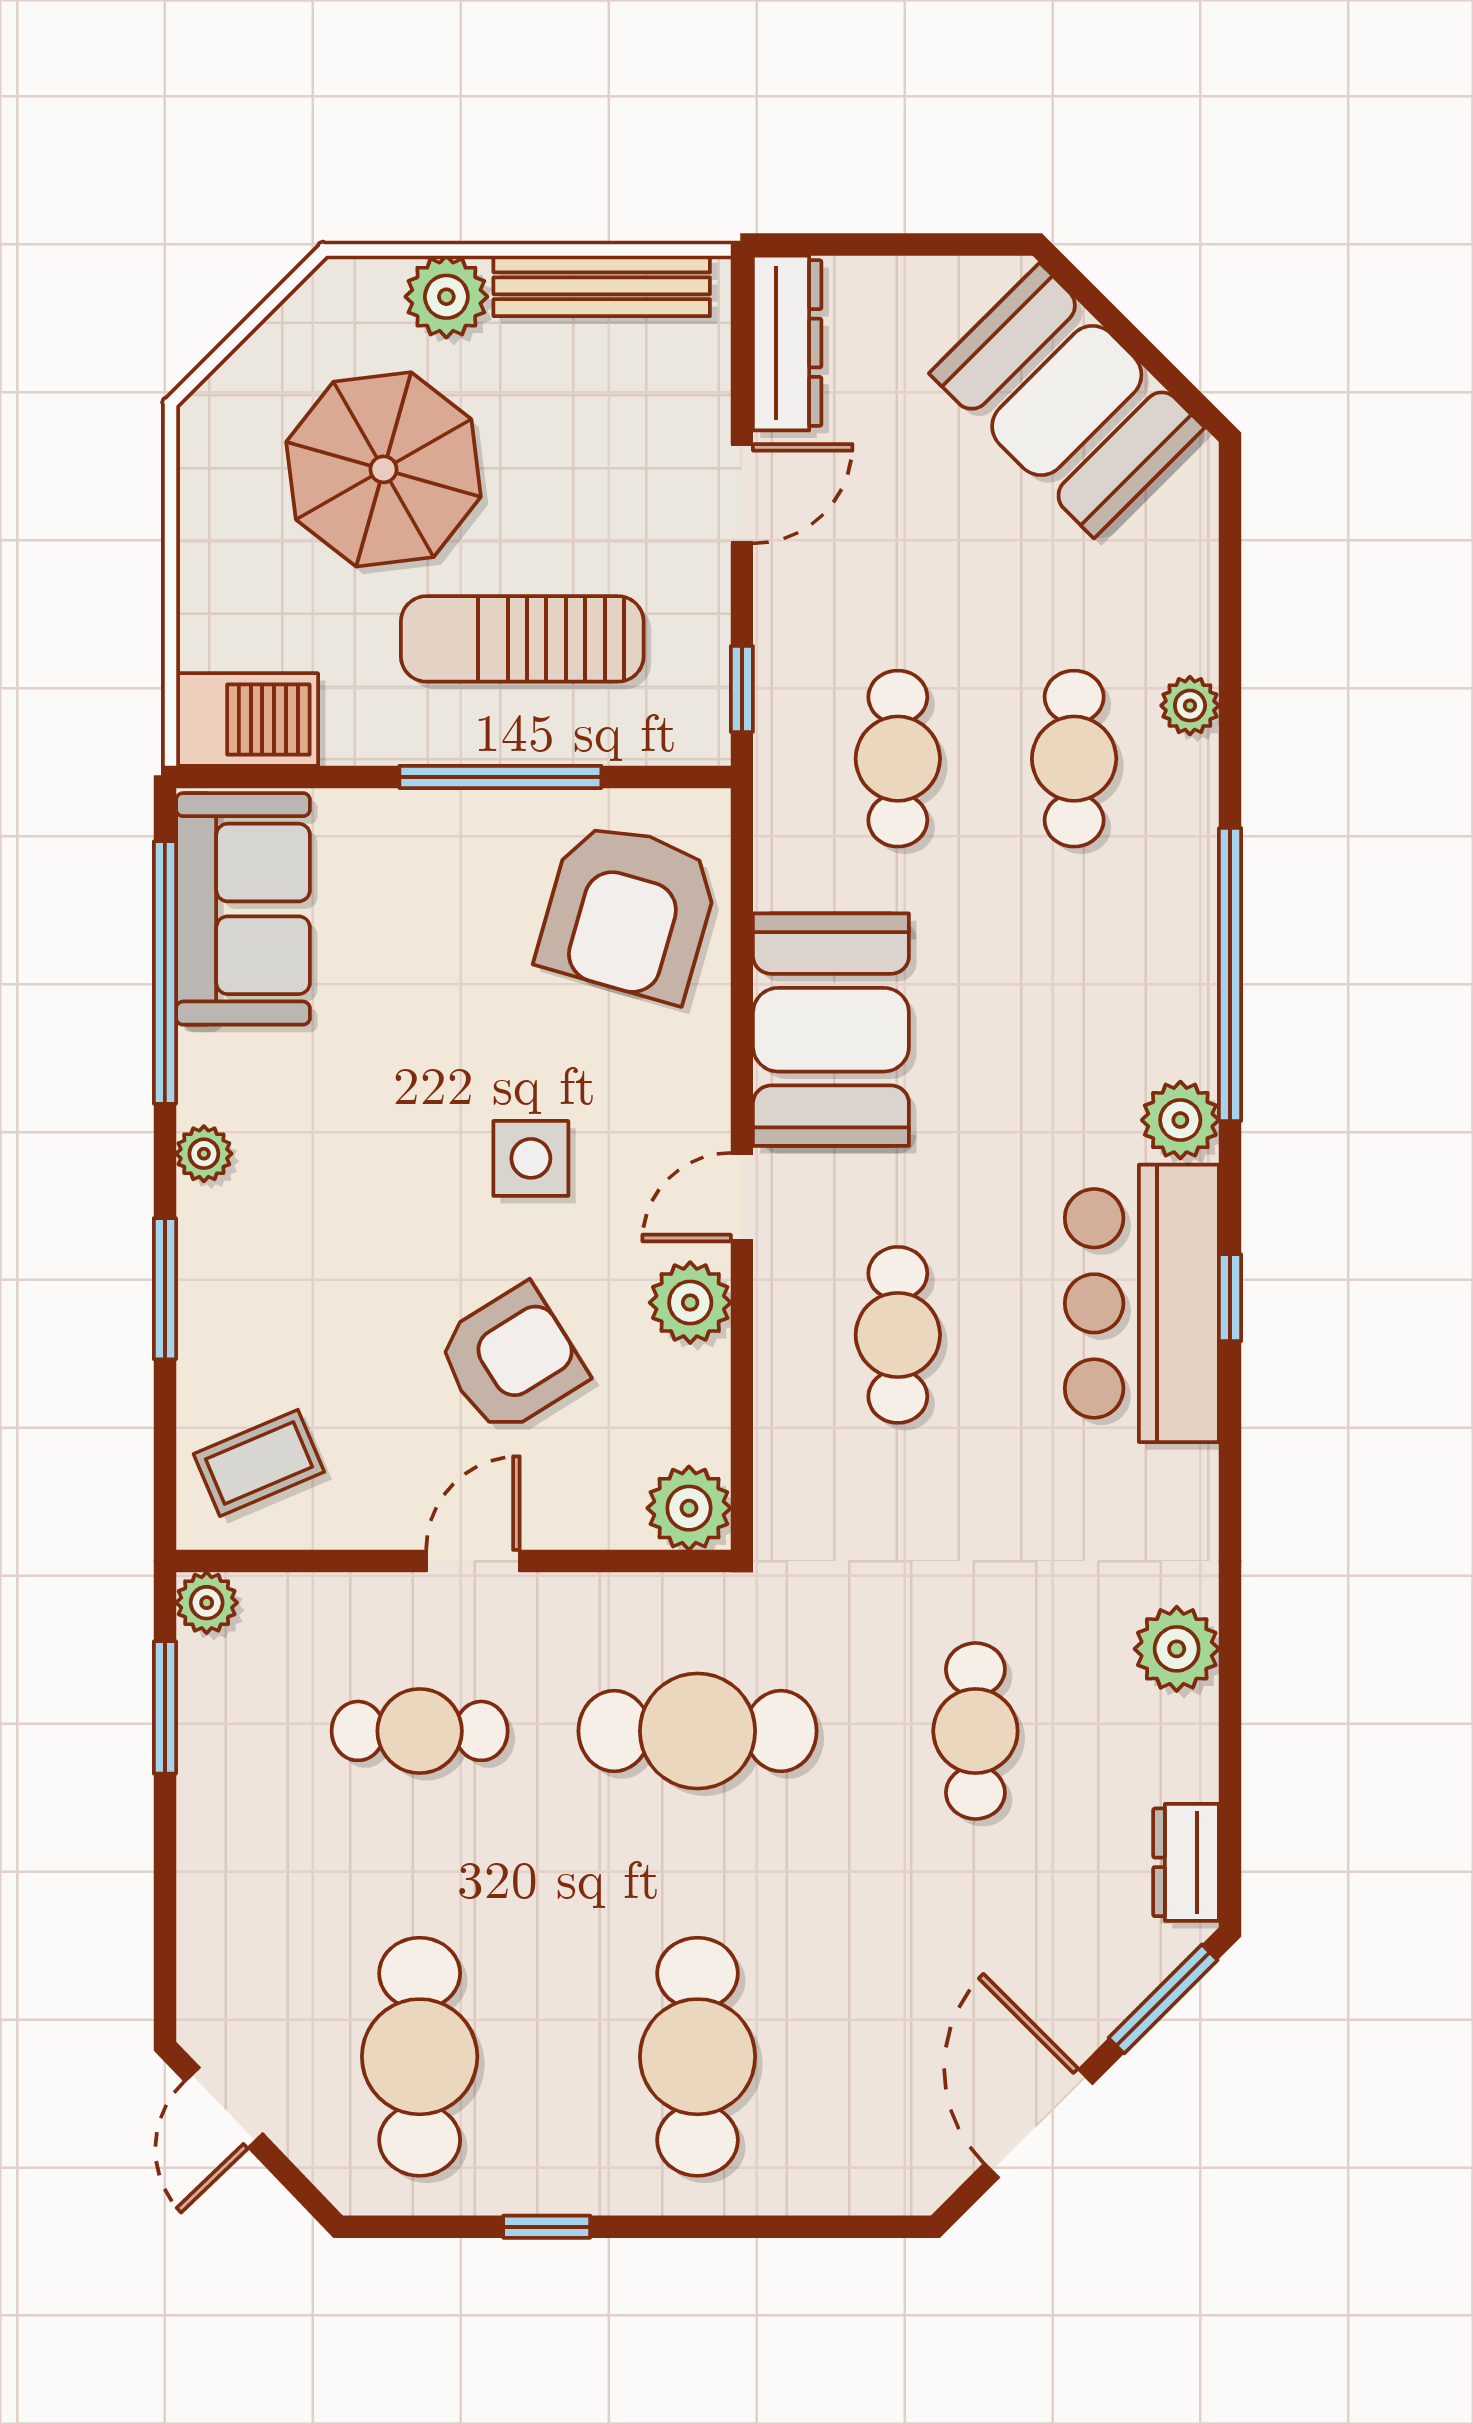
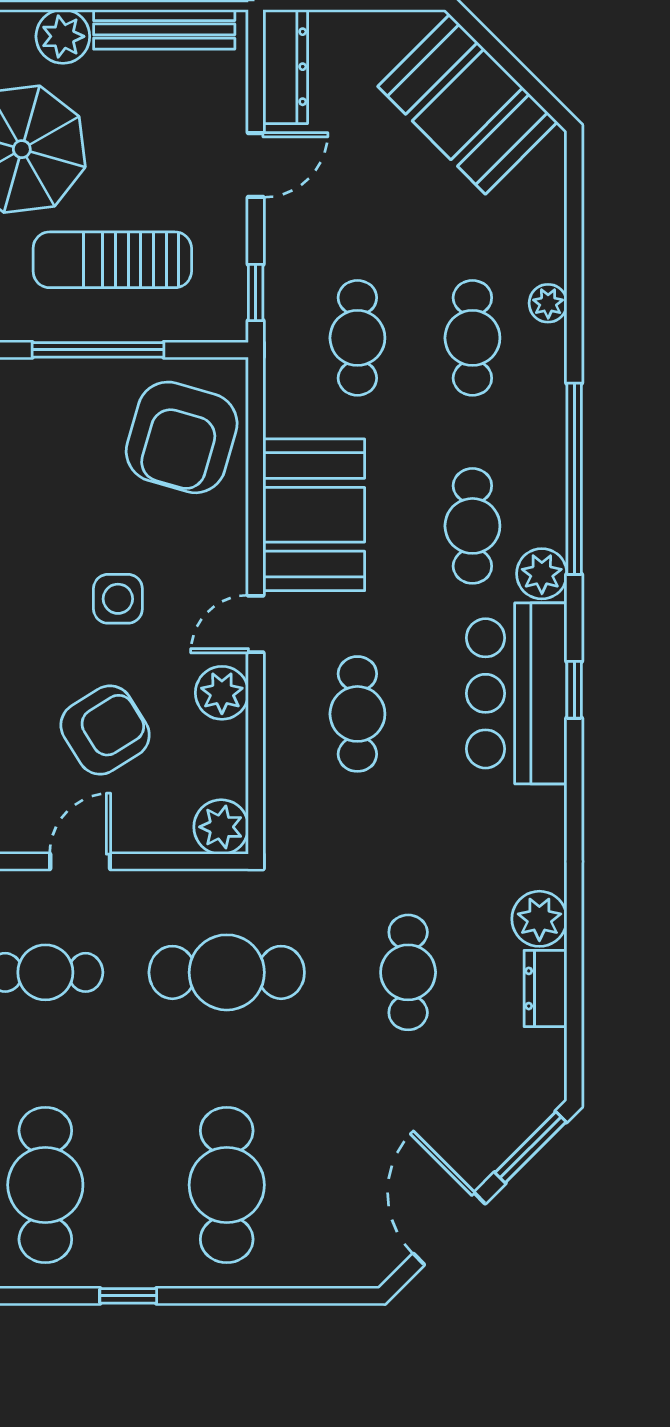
cafe table: (1074, 1047) -> (472, 526), added
dresser: (1186, 1862) -> (545, 988), moved

